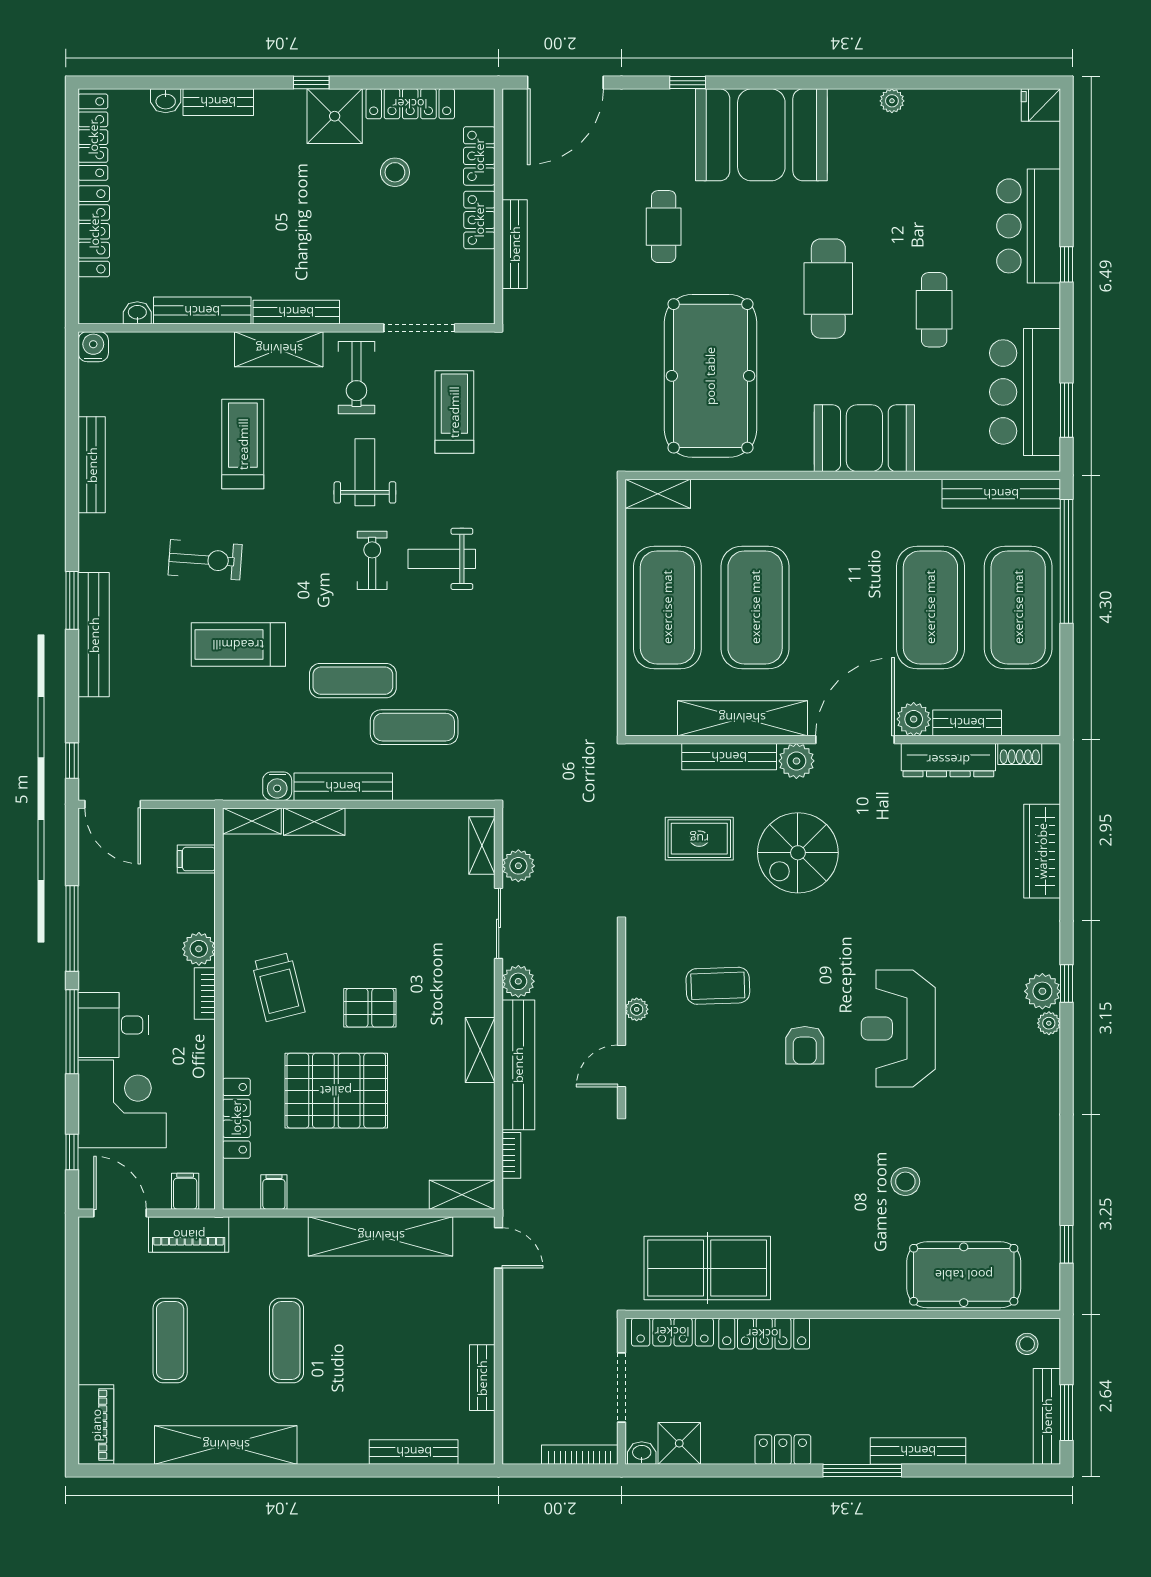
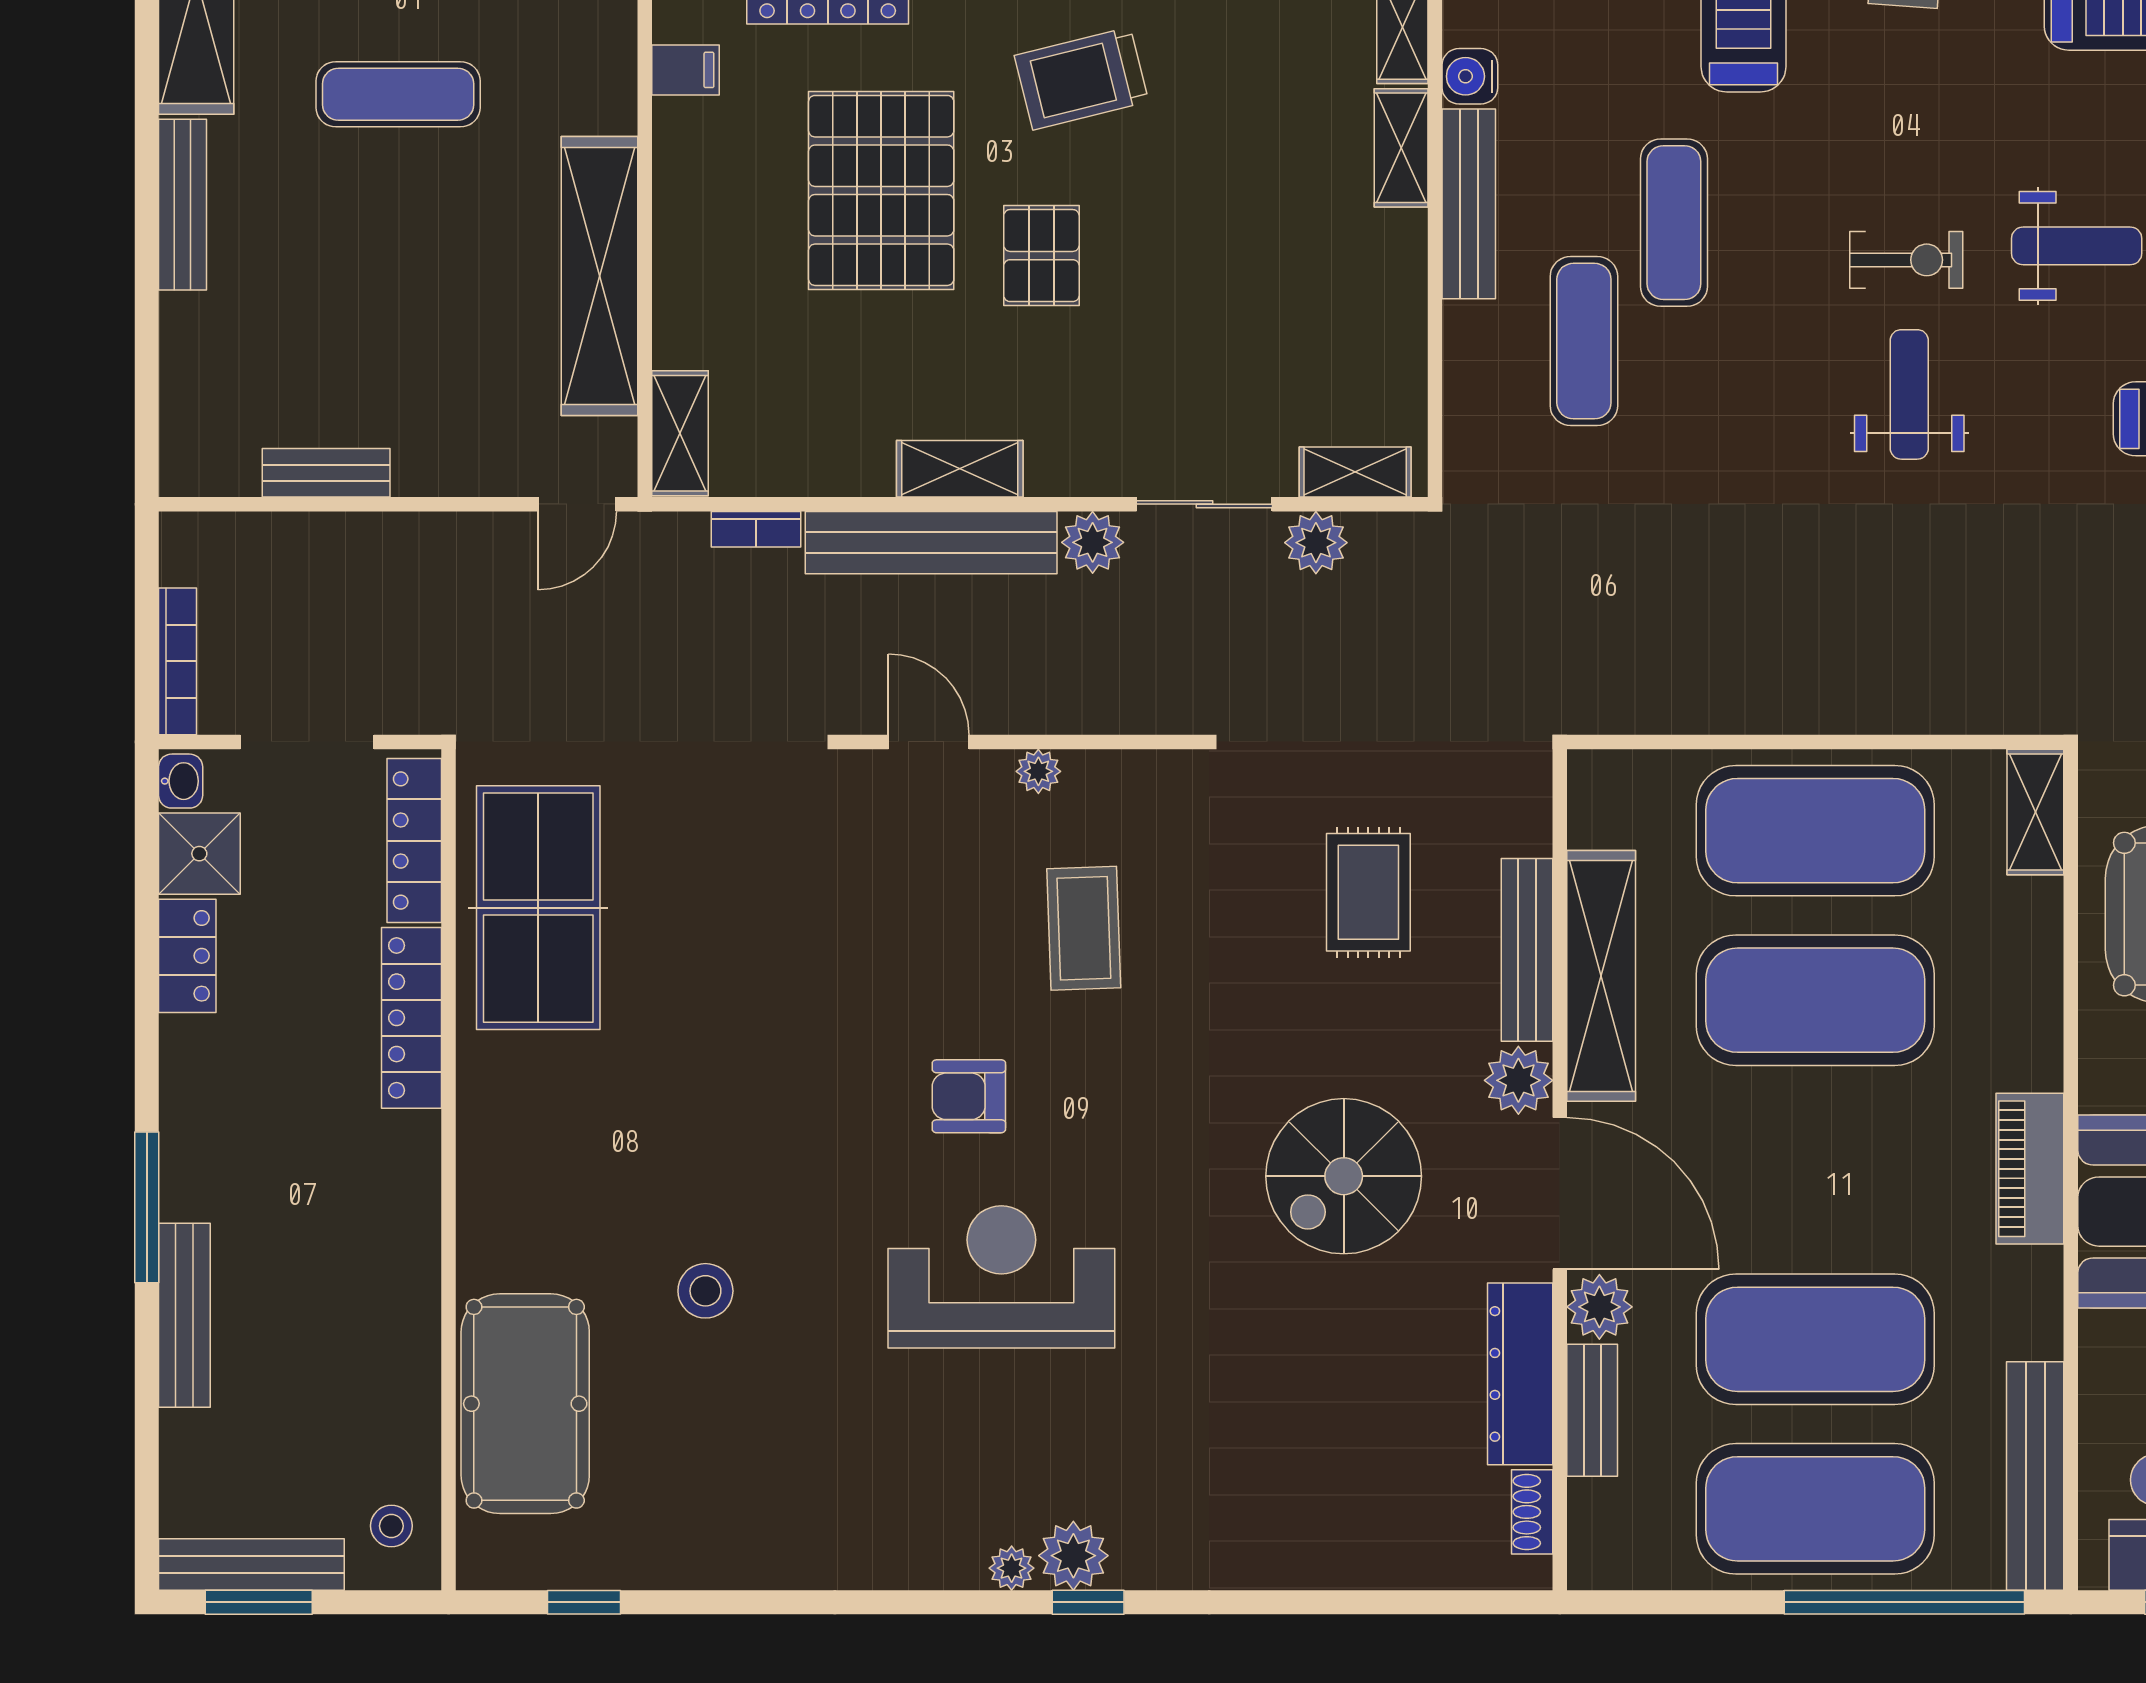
piano: (842, 496) -> (2030, 1169), added
wardrobe: (1042, 851) -> (1344, 1555), removed
spiral stairs: (798, 853) -> (1344, 1176), moved, turned -90
locker: (783, 1450) -> (187, 956), moved
bench: (414, 1452) -> (183, 205), moved

